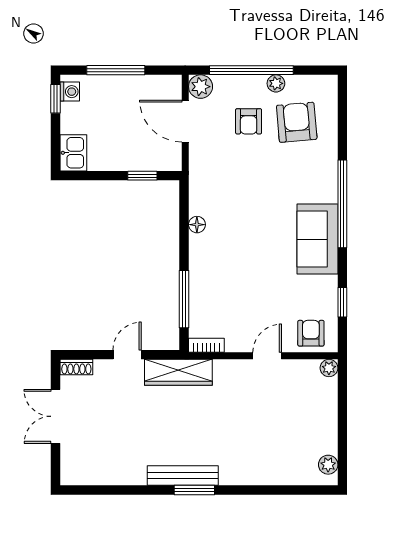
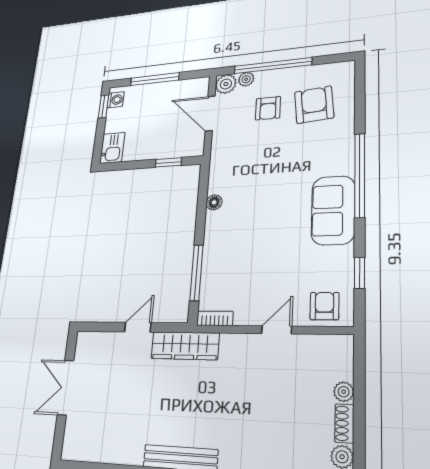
plant: (276, 83) -> (246, 79), moved
shoe rack: (76, 367) -> (344, 423), moved, turned 90
plant: (329, 368) -> (344, 392), moved

